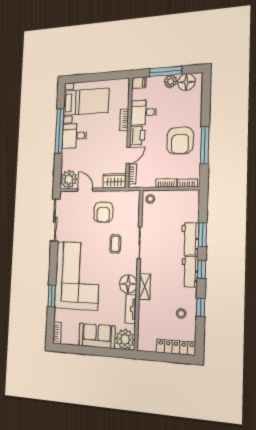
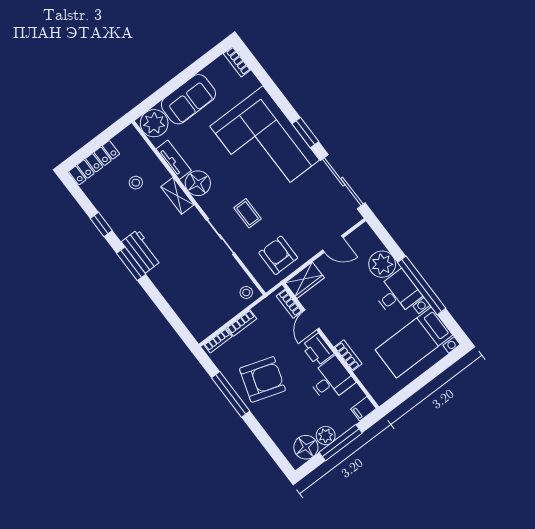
armchair: (180, 141) -> (262, 379), turned 108
plant: (69, 179) -> (382, 264), moved
armchair: (103, 212) -> (278, 255), moved
window: (202, 235) -> (158, 300), removed
workbench: (190, 239) -> (168, 285), removed
window: (202, 269) -> (131, 264), width x1.50
window: (52, 296) -> (305, 133), moved
stool: (181, 313) -> (136, 183), moved

